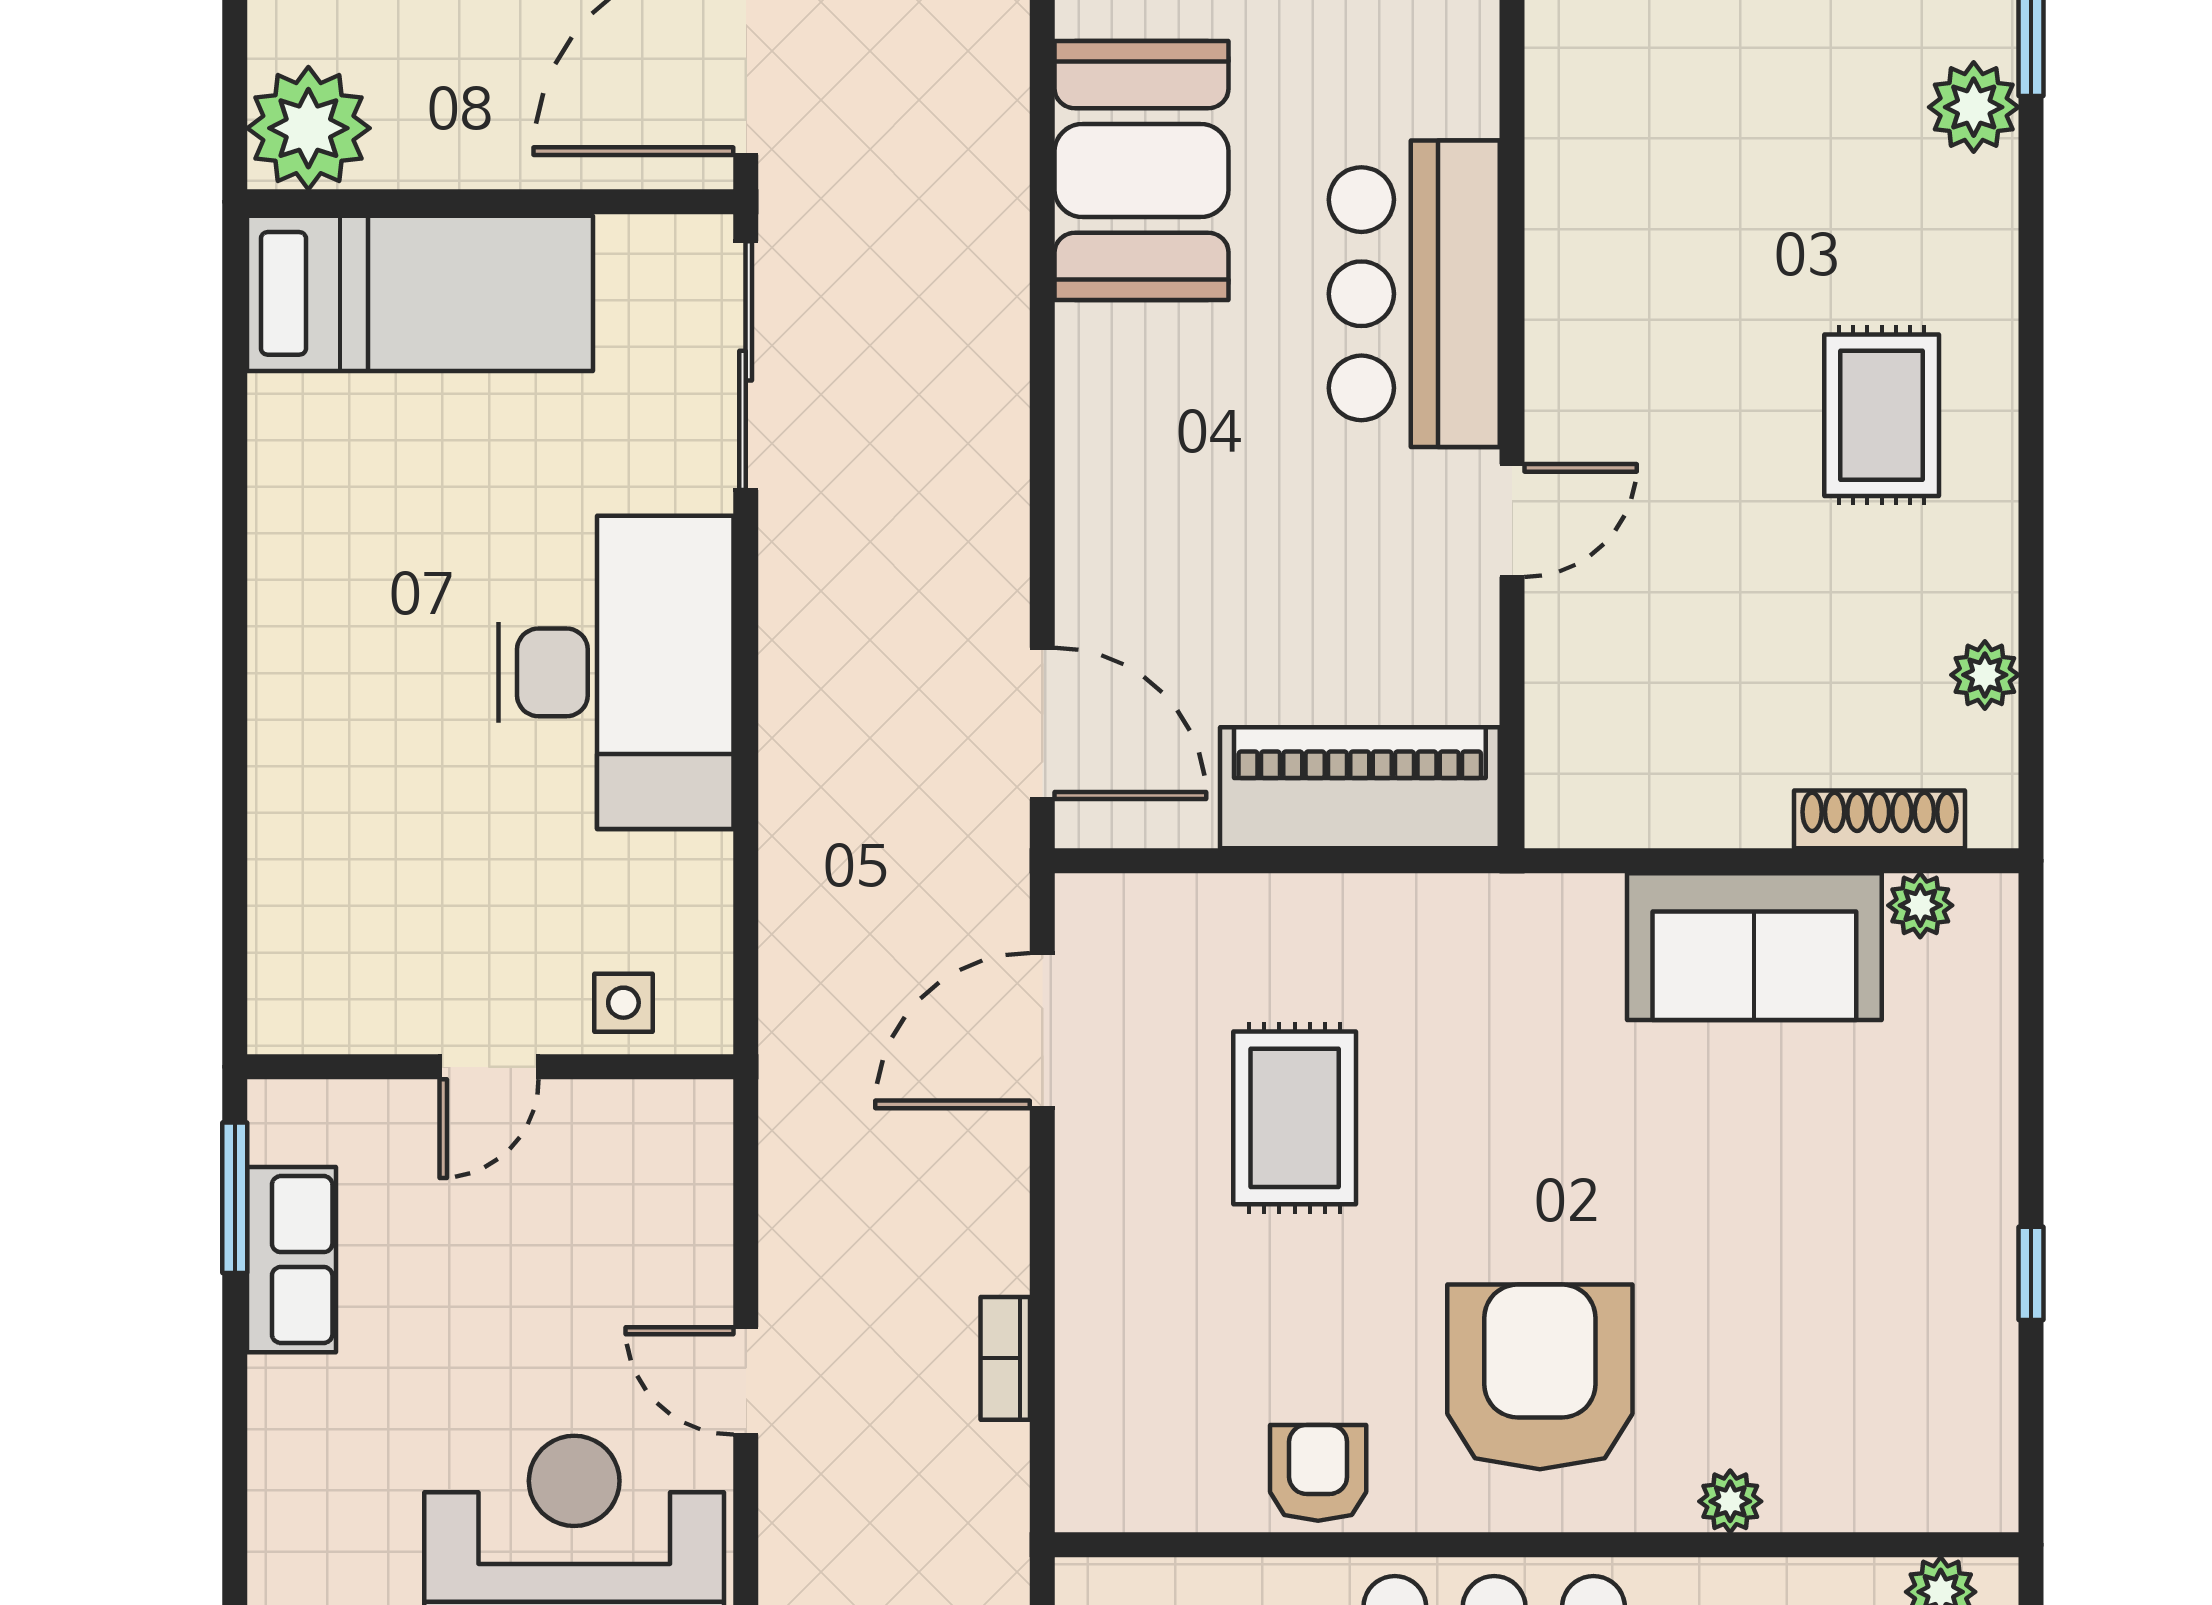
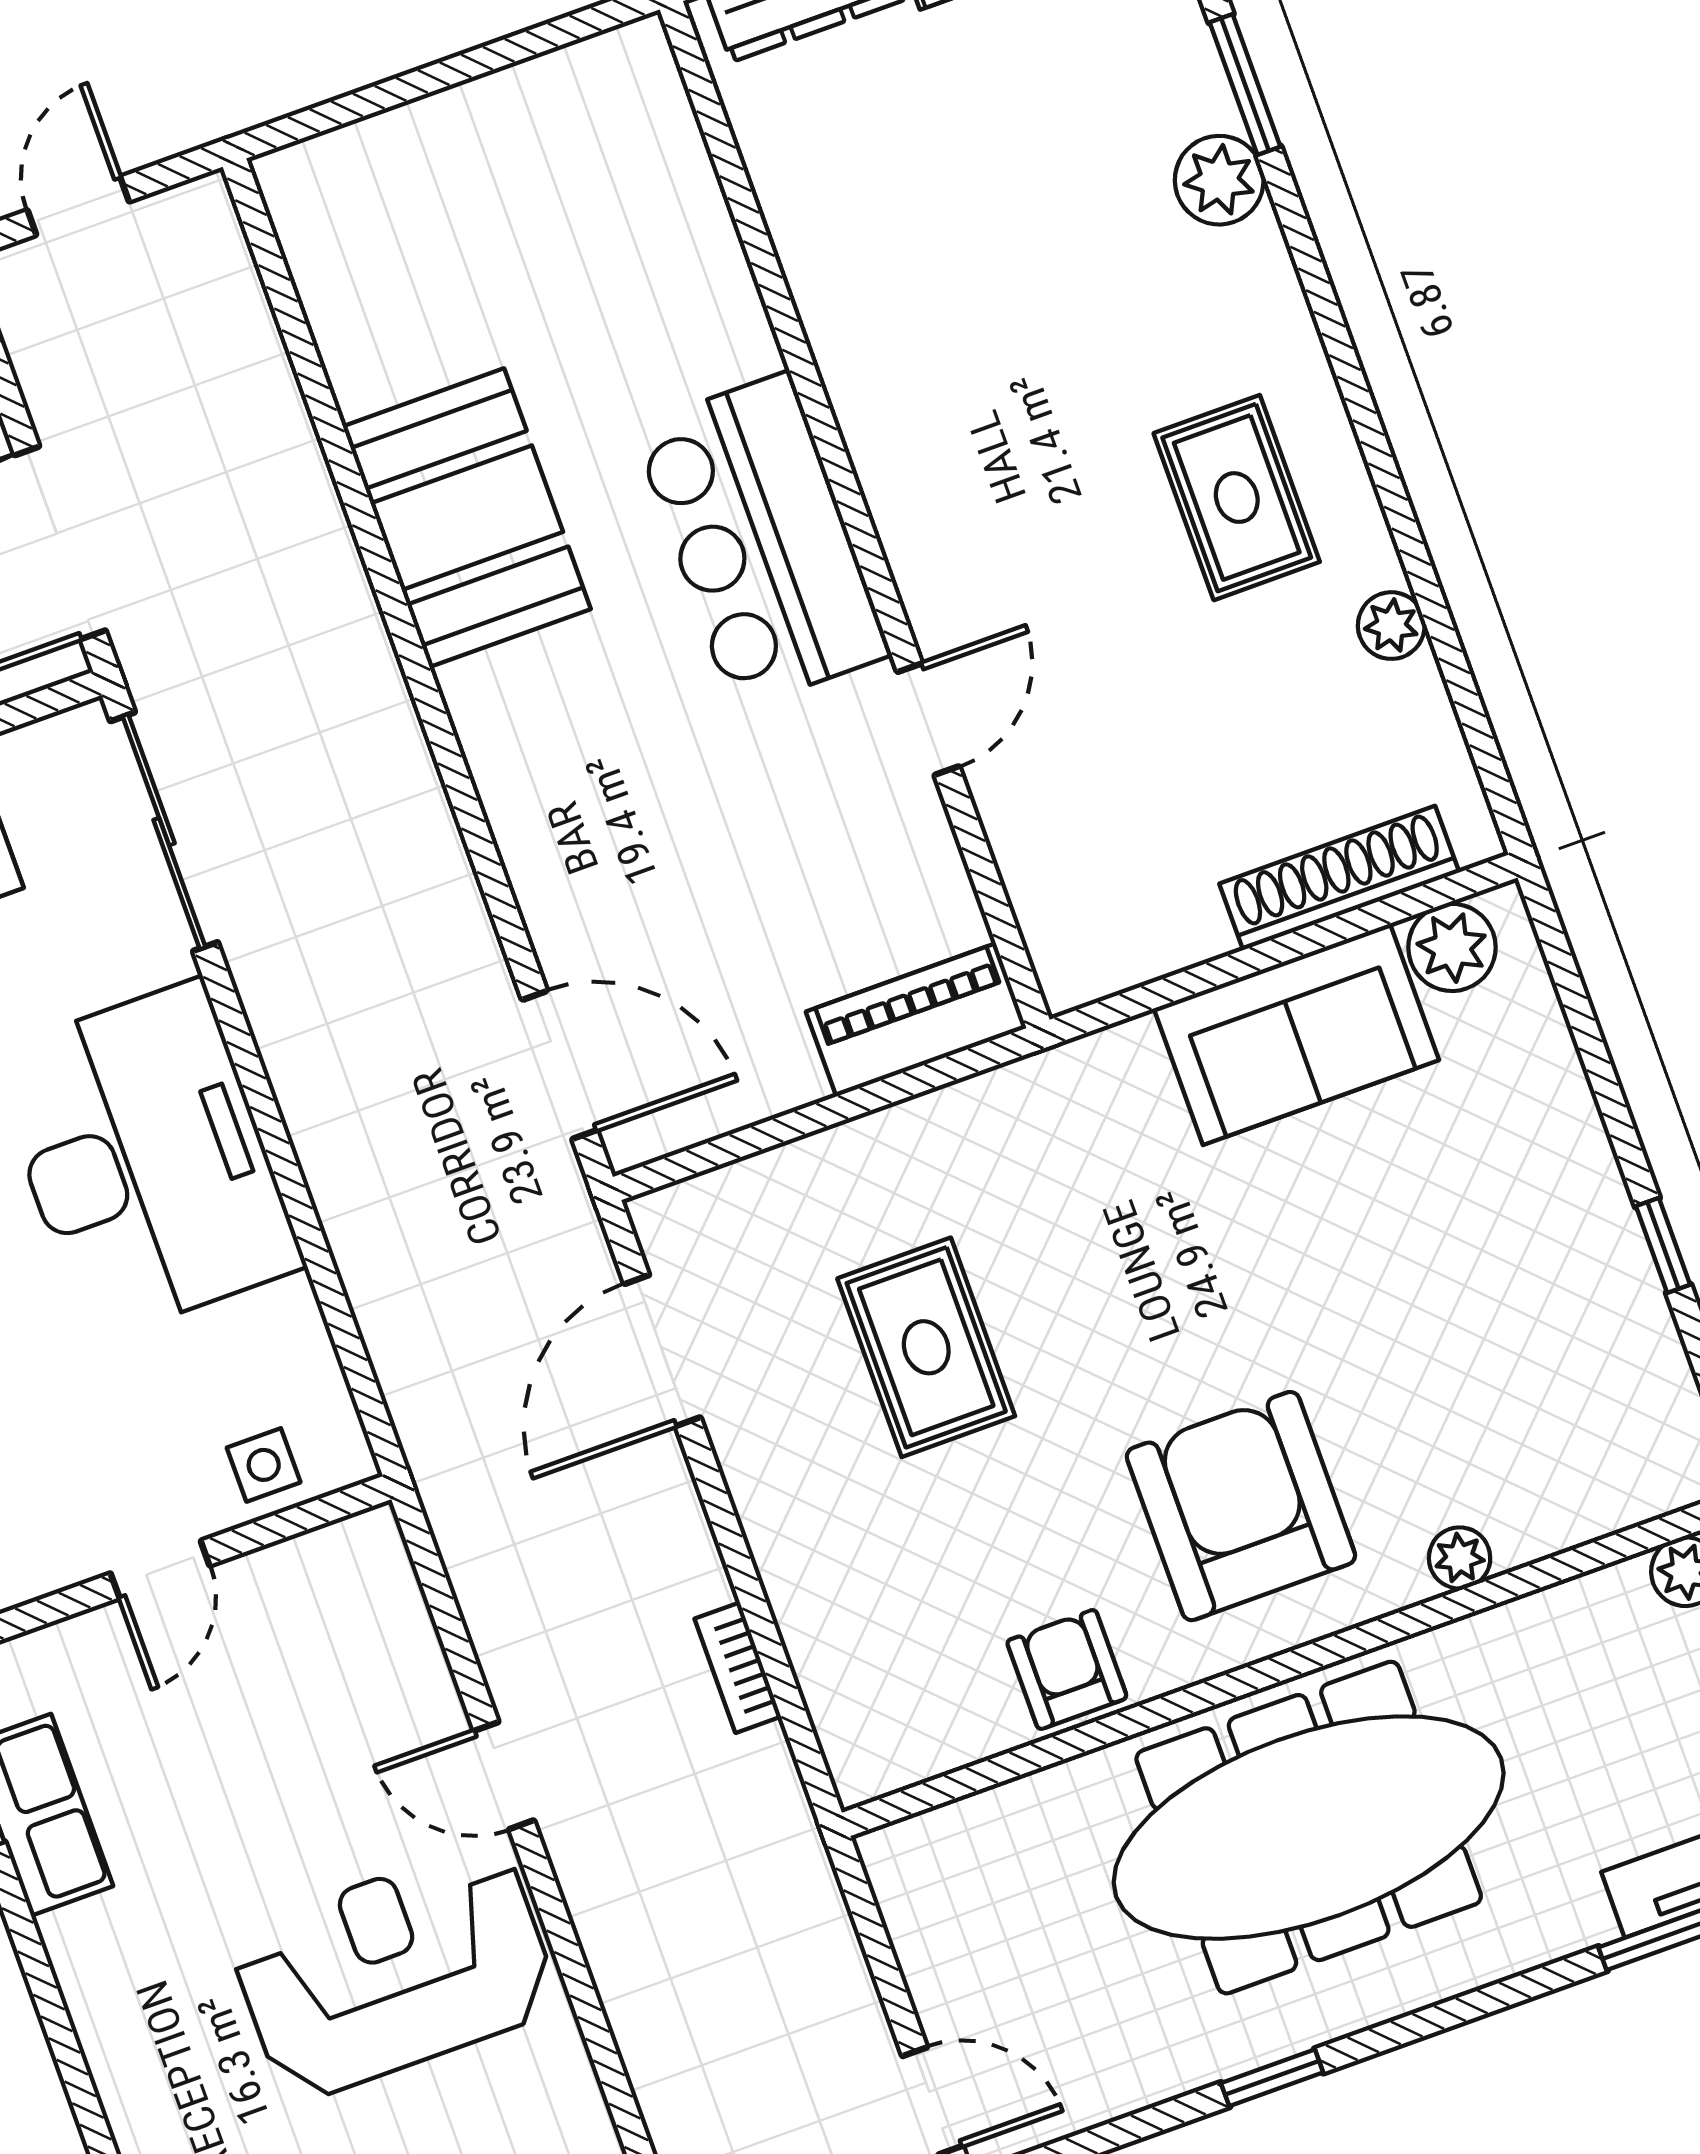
plant: (1985, 675) -> (1391, 626), moved
piano: (1360, 788) -> (916, 1020), width x0.73, depth x0.75
shoe rack: (1880, 819) -> (1339, 878), width x1.36, depth x1.24
plant: (1920, 905) -> (1452, 947), width x1.38, depth x1.38

